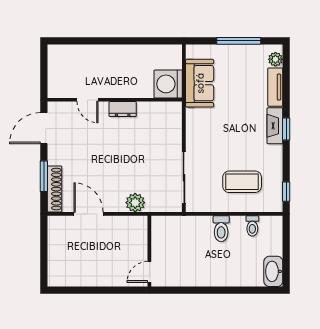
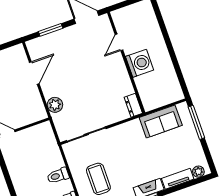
window: (239, 41) -> (196, 122), moved
washing machine: (168, 84) -> (140, 63), moved, turned 90
dresser: (123, 109) -> (133, 105), moved
shoe rack: (54, 189) -> (44, 41), removed

